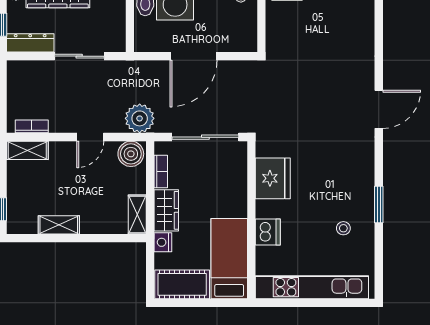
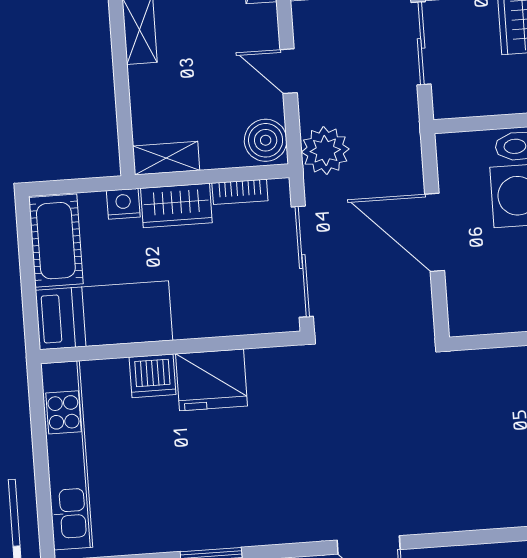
fridge: (273, 178) -> (212, 380), moved
stool: (343, 228) -> (168, 500), removed

